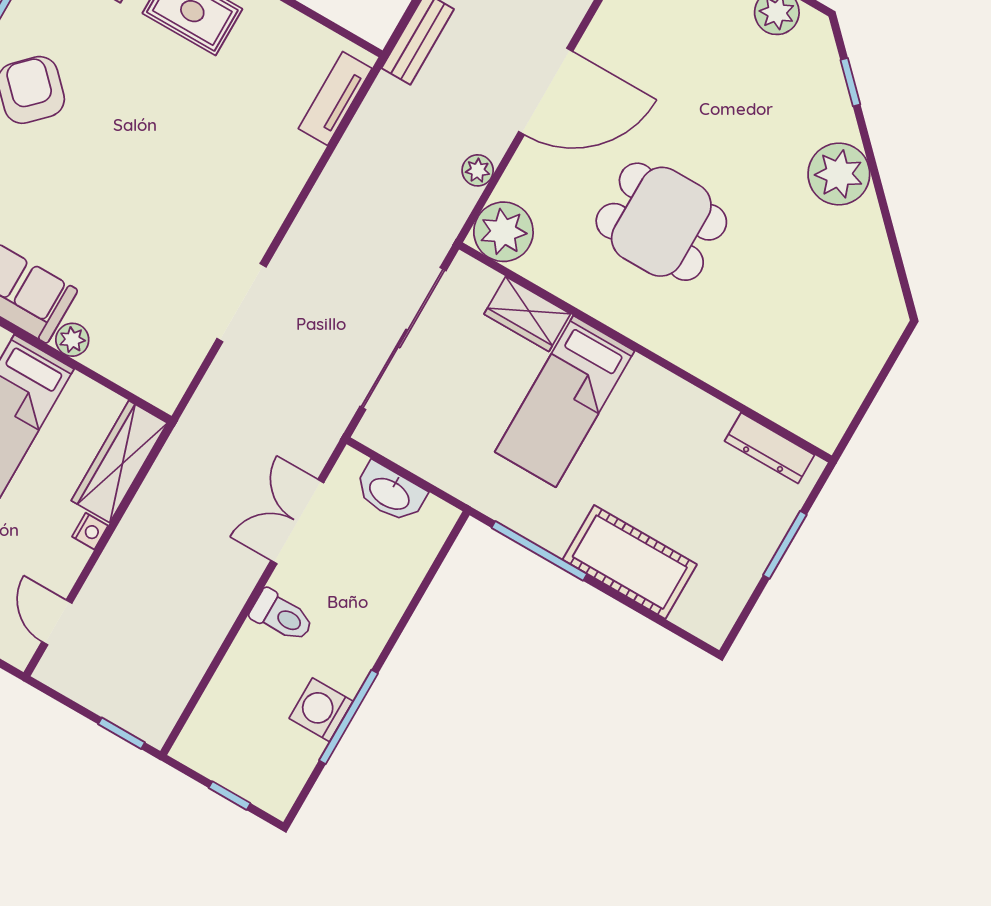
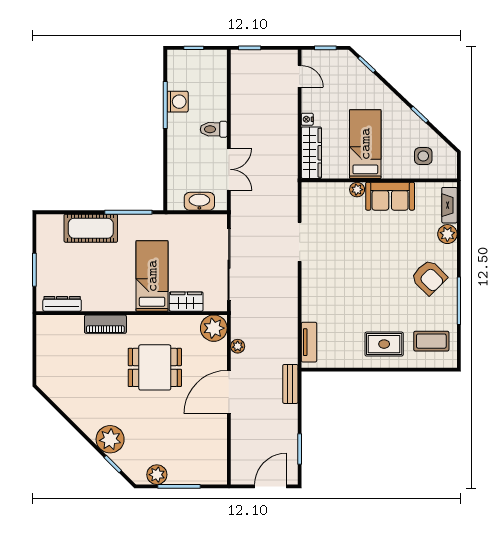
plant: (839, 174) -> (110, 439), moved
piano: (708, 360) -> (105, 324), added

